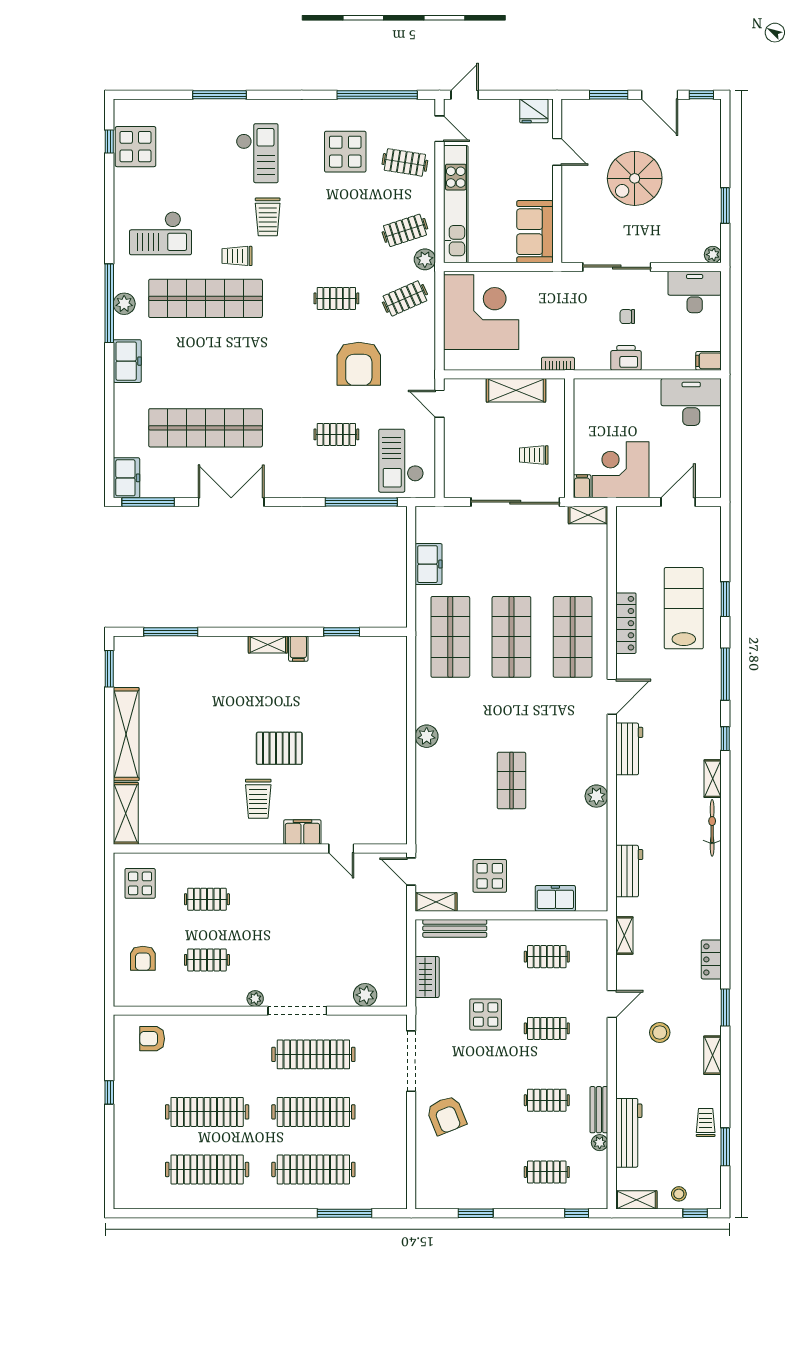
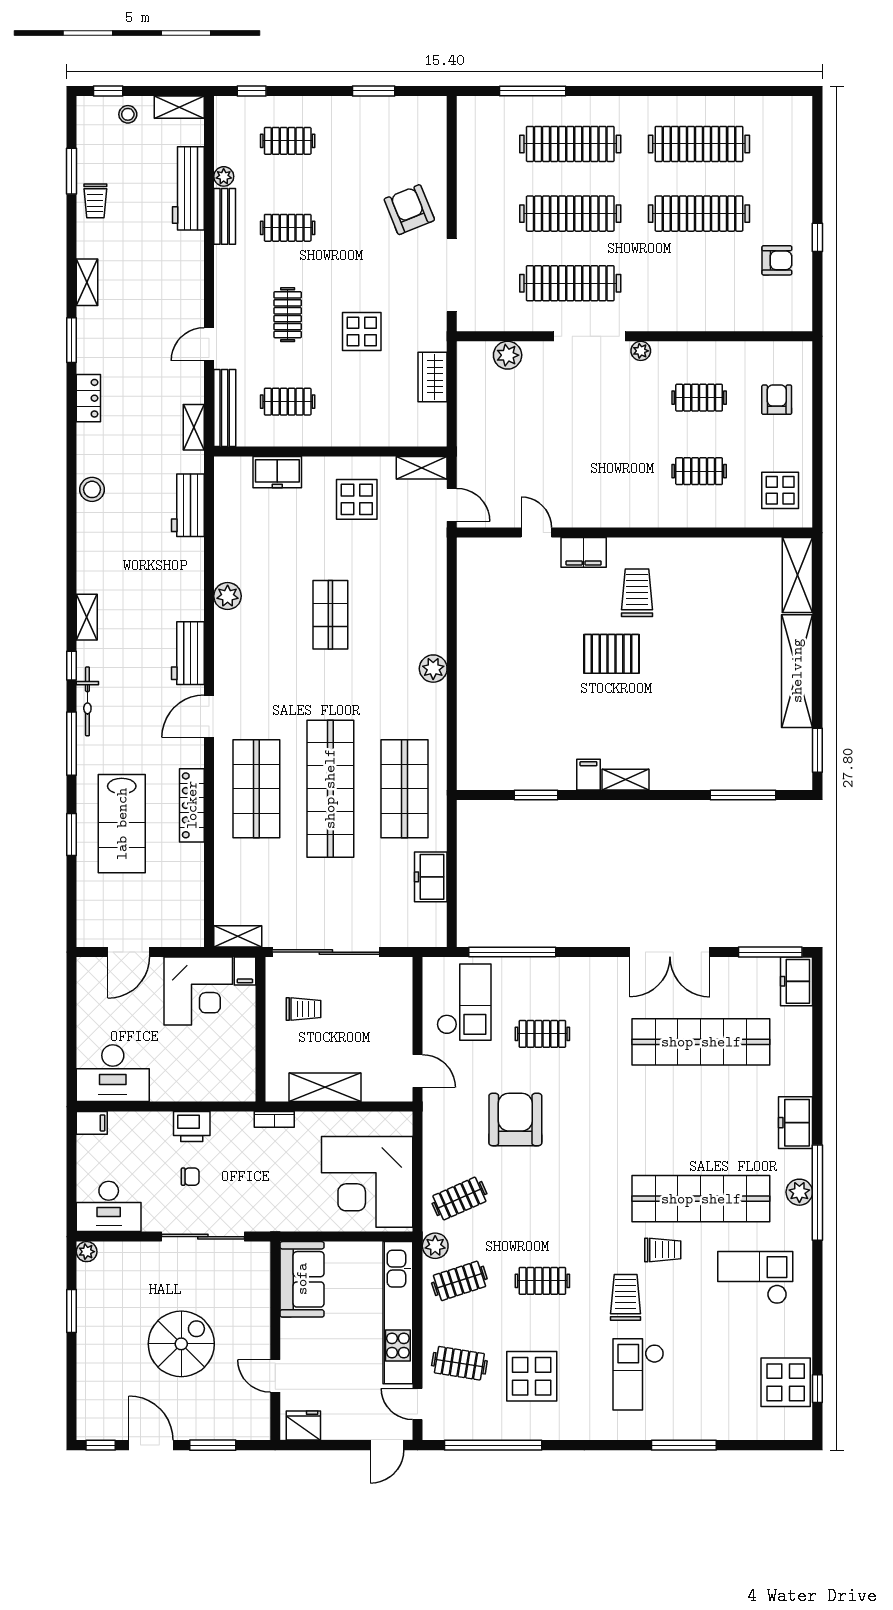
clothes rail: (336, 298) -> (542, 1281), moved
shop shelf: (511, 637) -> (330, 789), width x1.40
bicycle: (712, 828) -> (87, 701), moved
bench: (455, 928) -> (225, 408), moved, turned 90
clothes rail: (547, 1028) -> (288, 315), turned 90
stool: (660, 1033) -> (92, 489), moved
armchair: (152, 1039) -> (777, 260), moved

